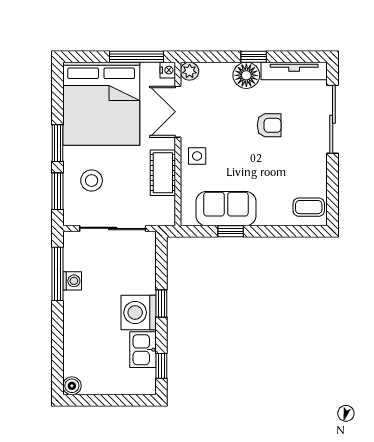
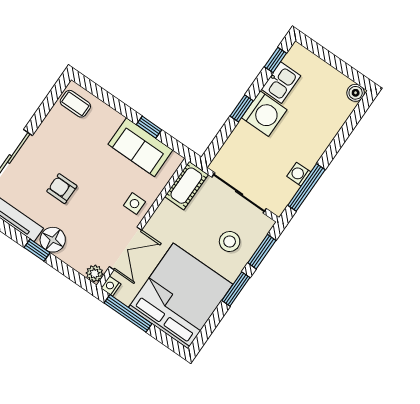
cot: (163, 173) -> (186, 186), moved

